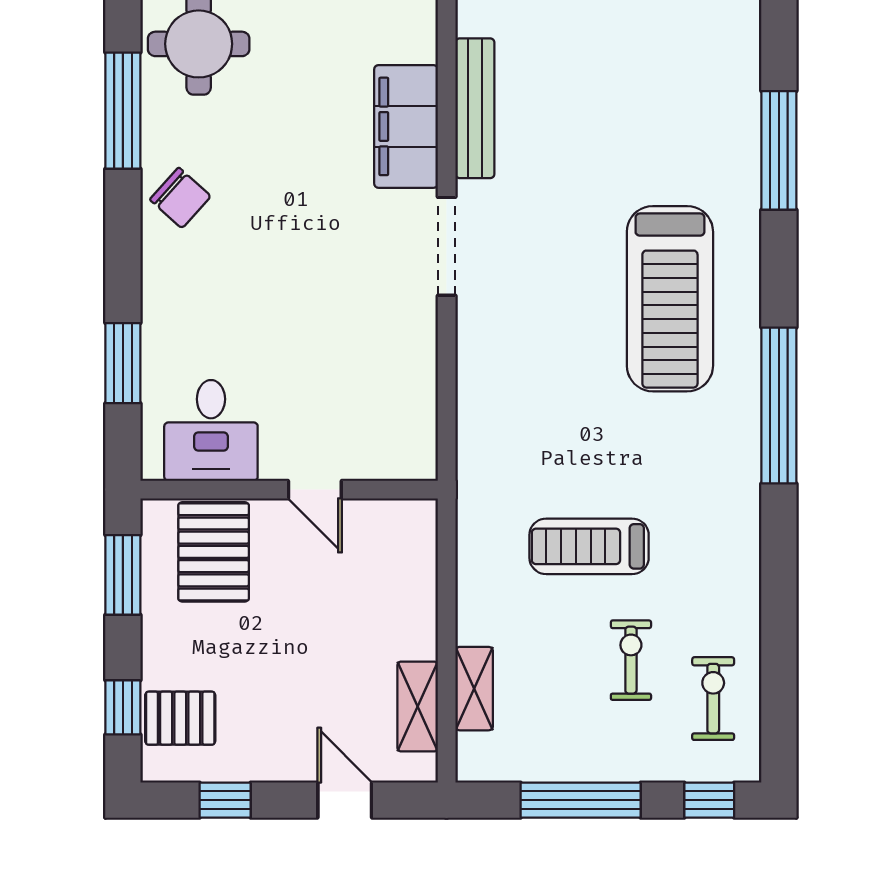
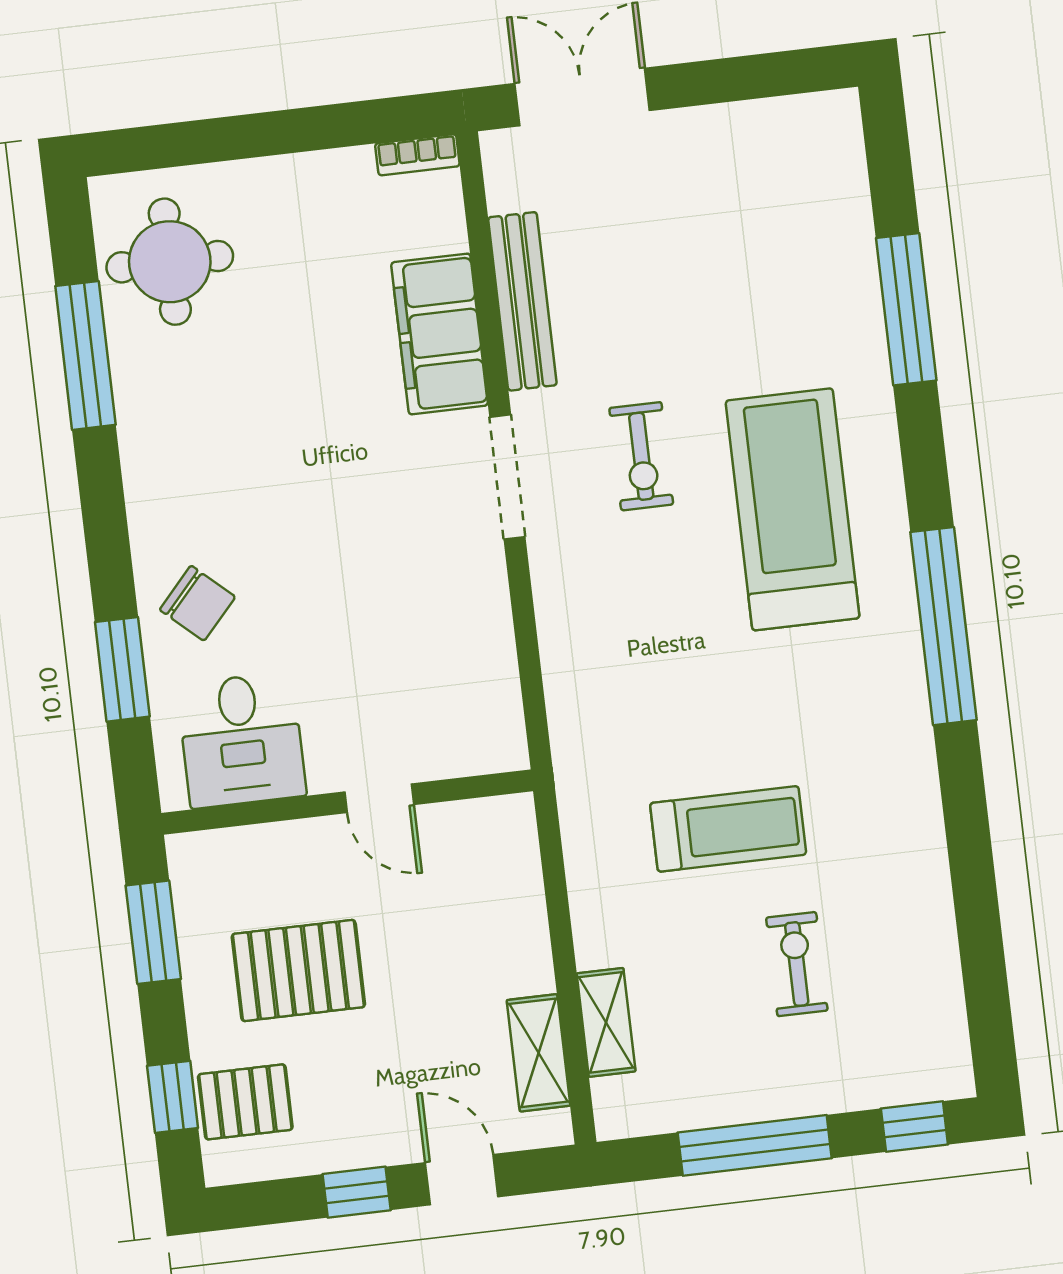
chair: (180, 198) -> (198, 603), moved
treadmill: (670, 299) -> (793, 509), turned 180
treadmill: (589, 546) -> (728, 829), turned 180
pallet: (214, 552) -> (298, 970), moved, turned 90
exercise bike: (713, 699) -> (641, 456), moved, turned 180
window: (225, 800) -> (357, 1192), moved

